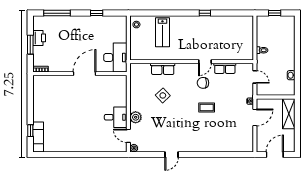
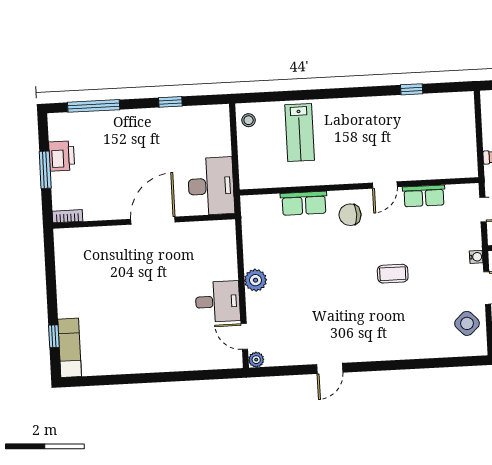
window: (205, 13) -> (412, 89), moved
chair: (203, 83) -> (350, 215), moved
side table: (163, 95) -> (467, 323), moved
plant: (136, 117) -> (256, 280), moved

